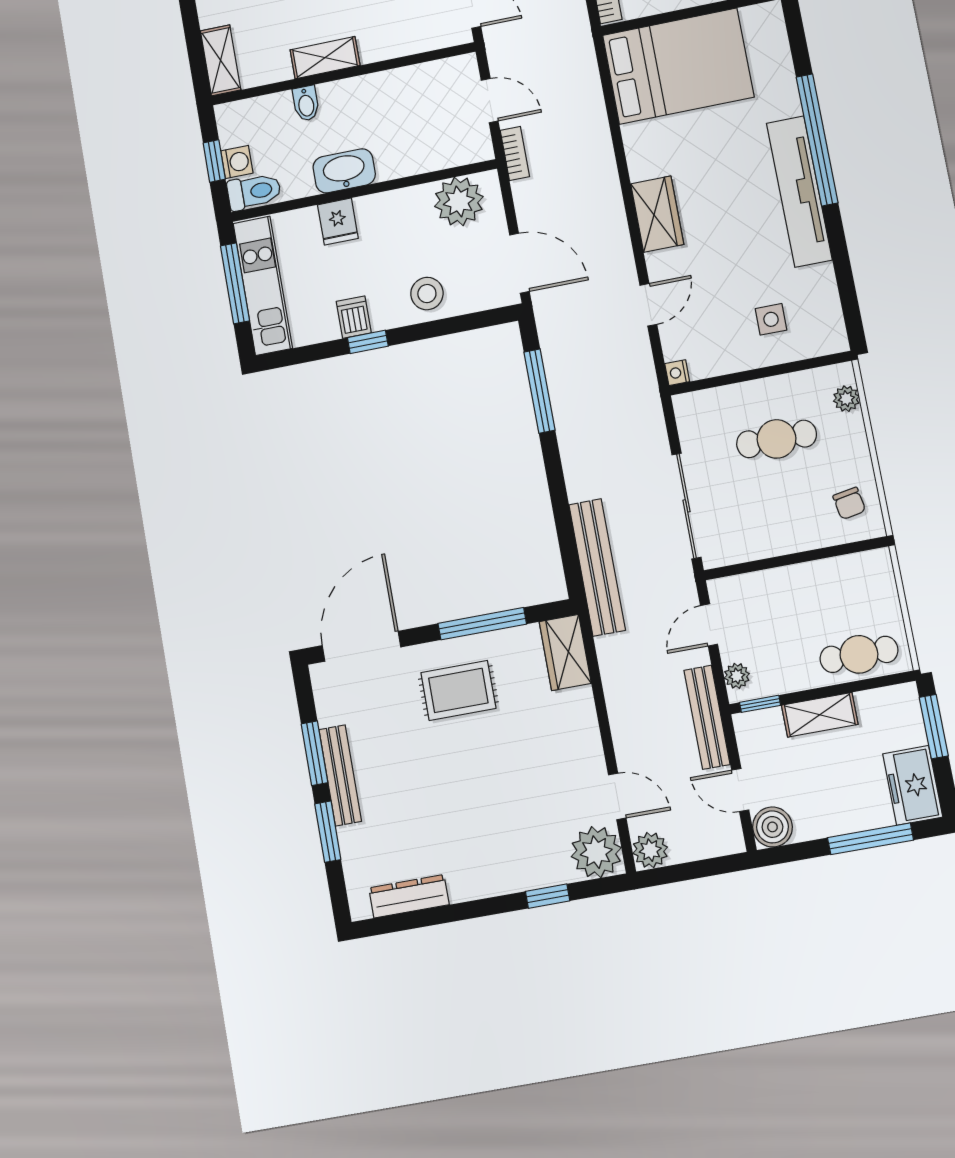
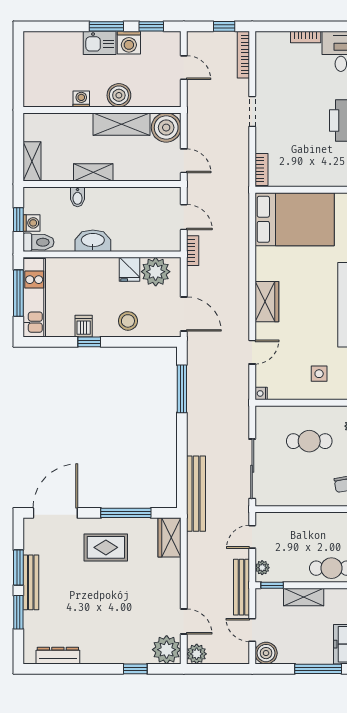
fridge: (338, 222) -> (129, 269), moved

